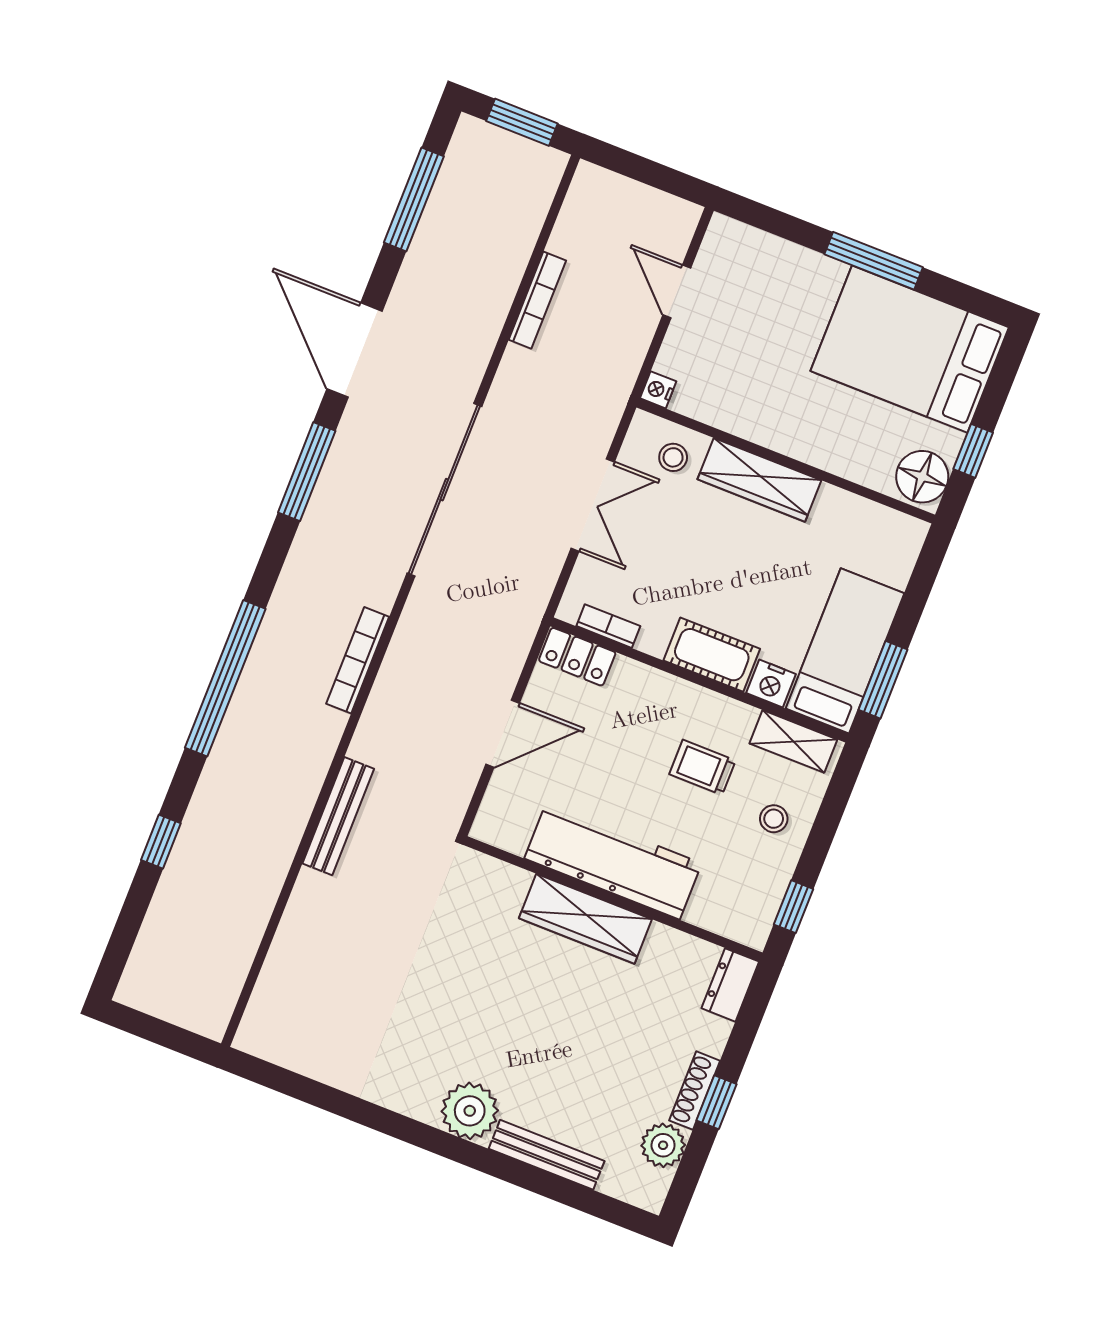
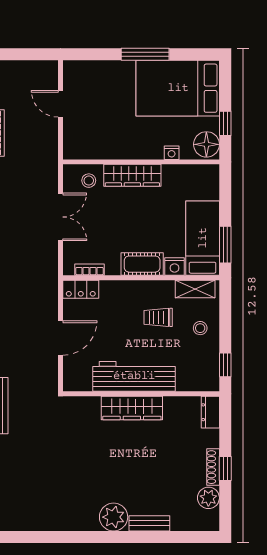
nightstand: (658, 390) -> (172, 153), moved, turned -90
bench: (547, 1155) -> (149, 523), width x0.73

